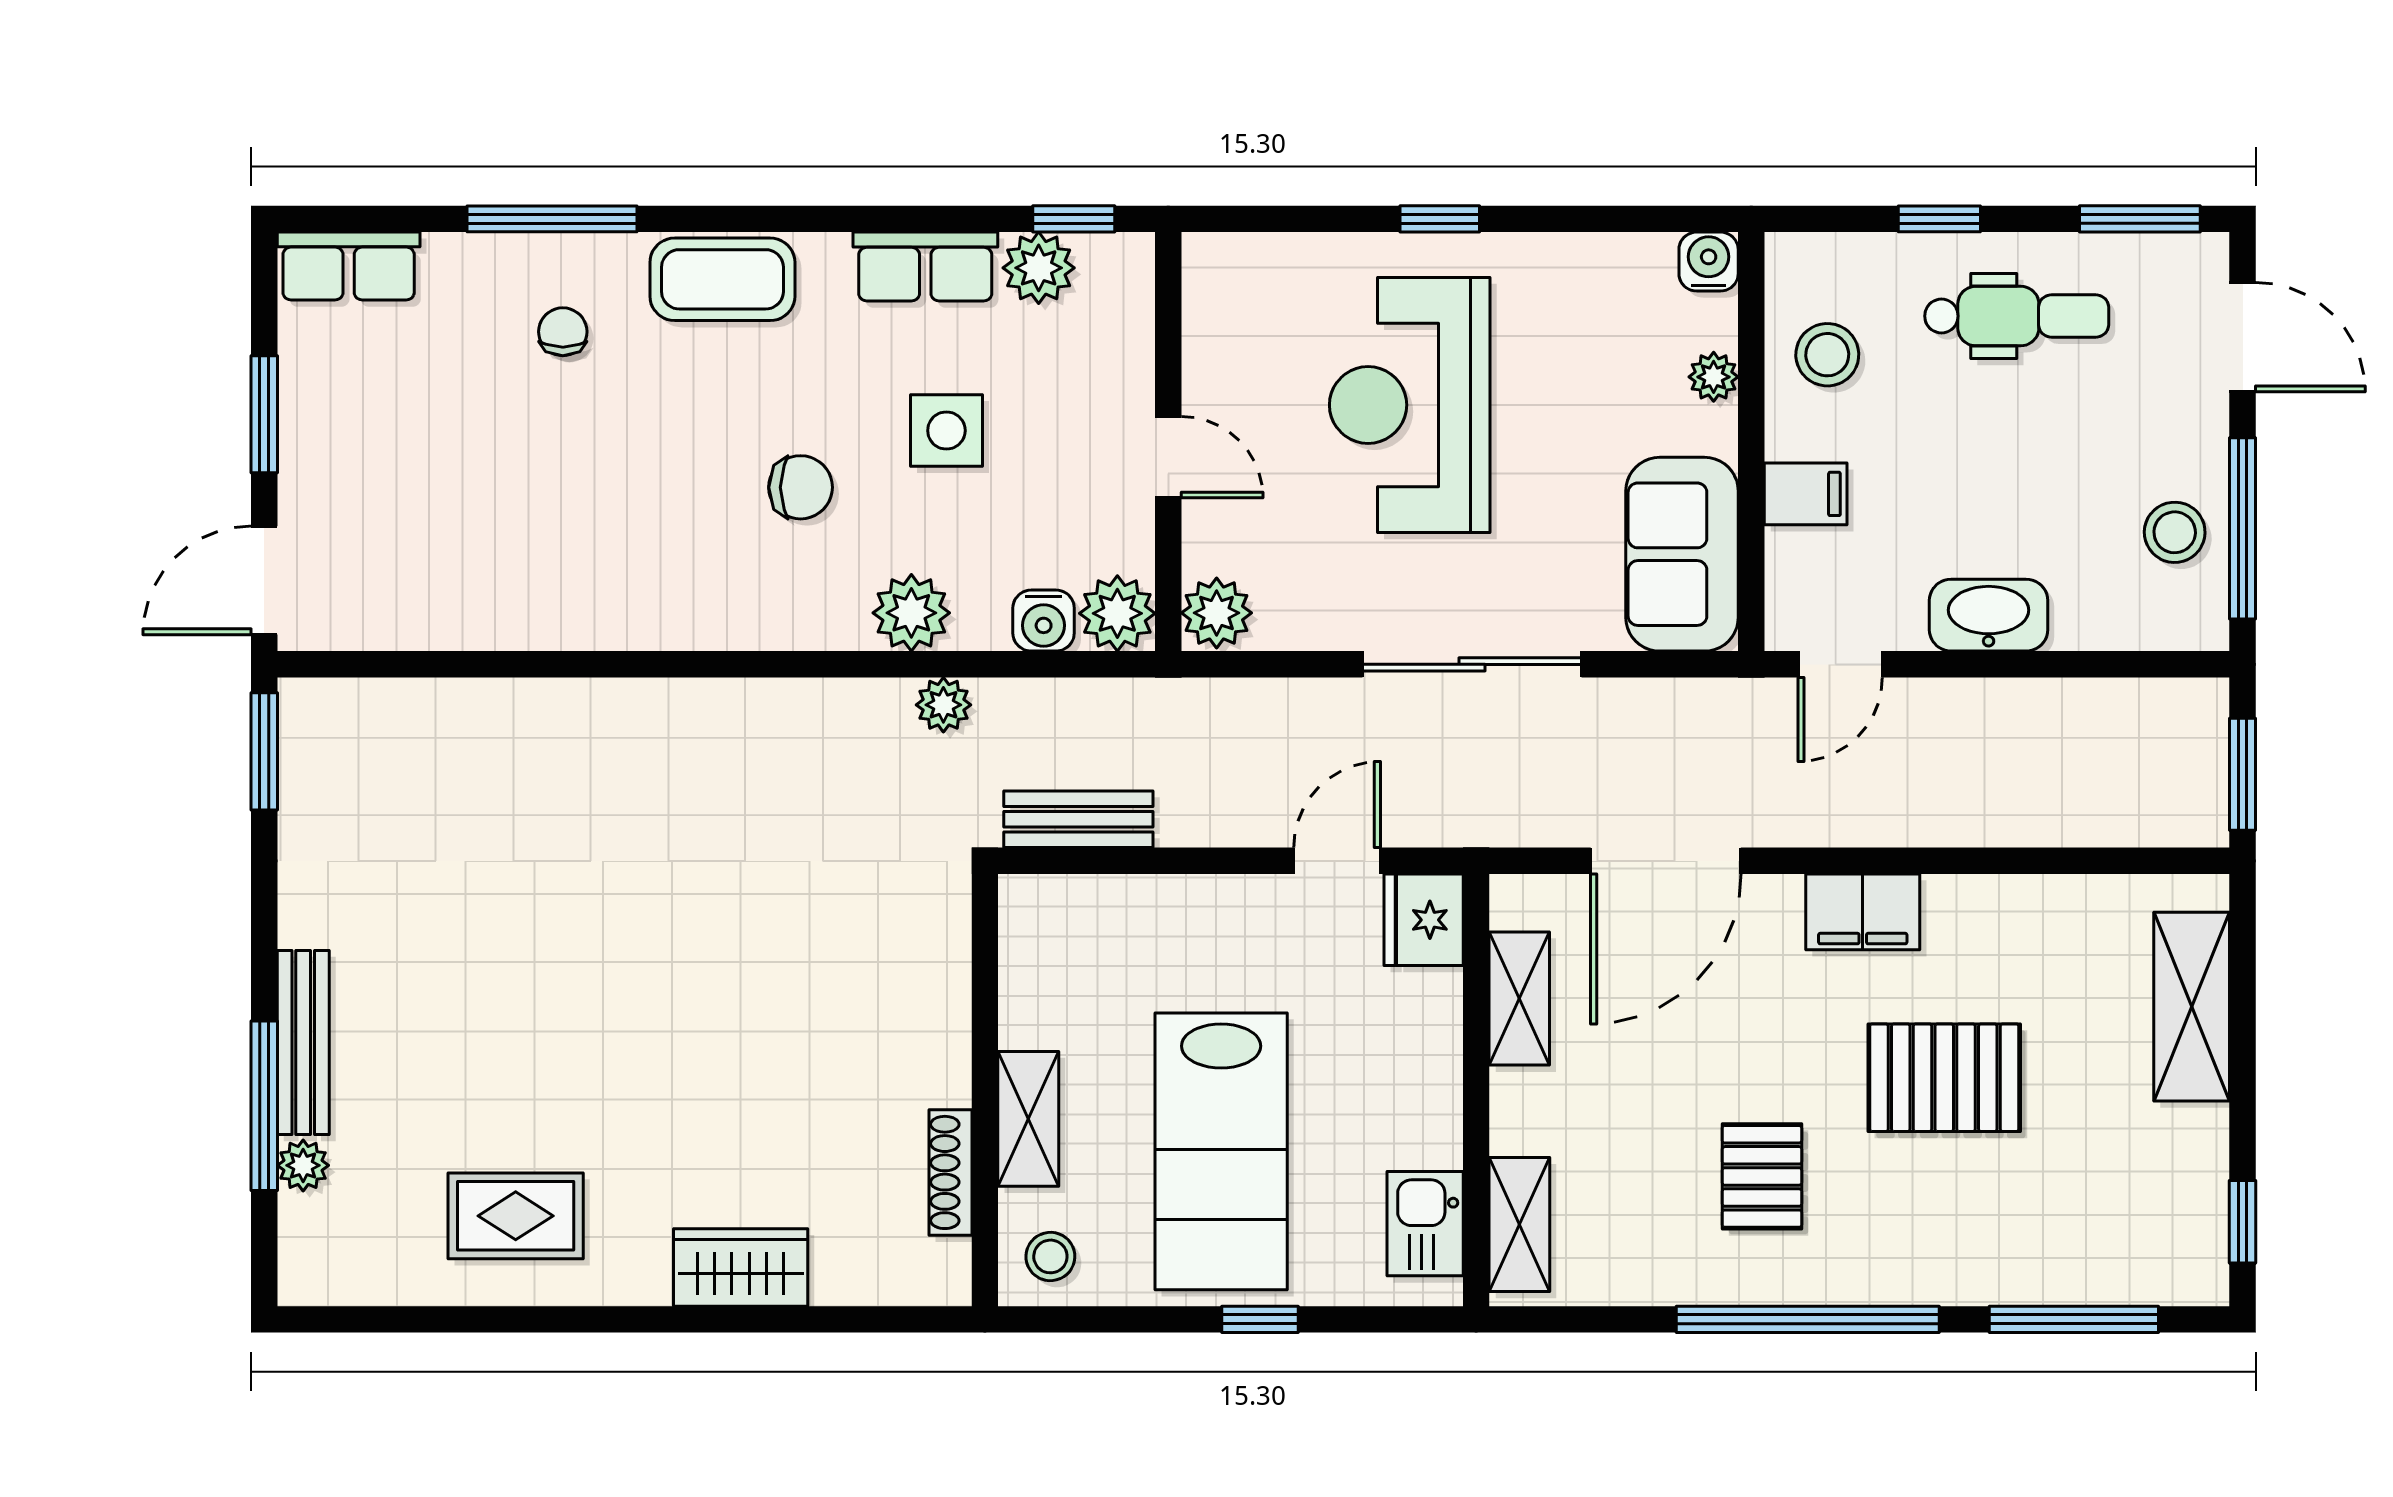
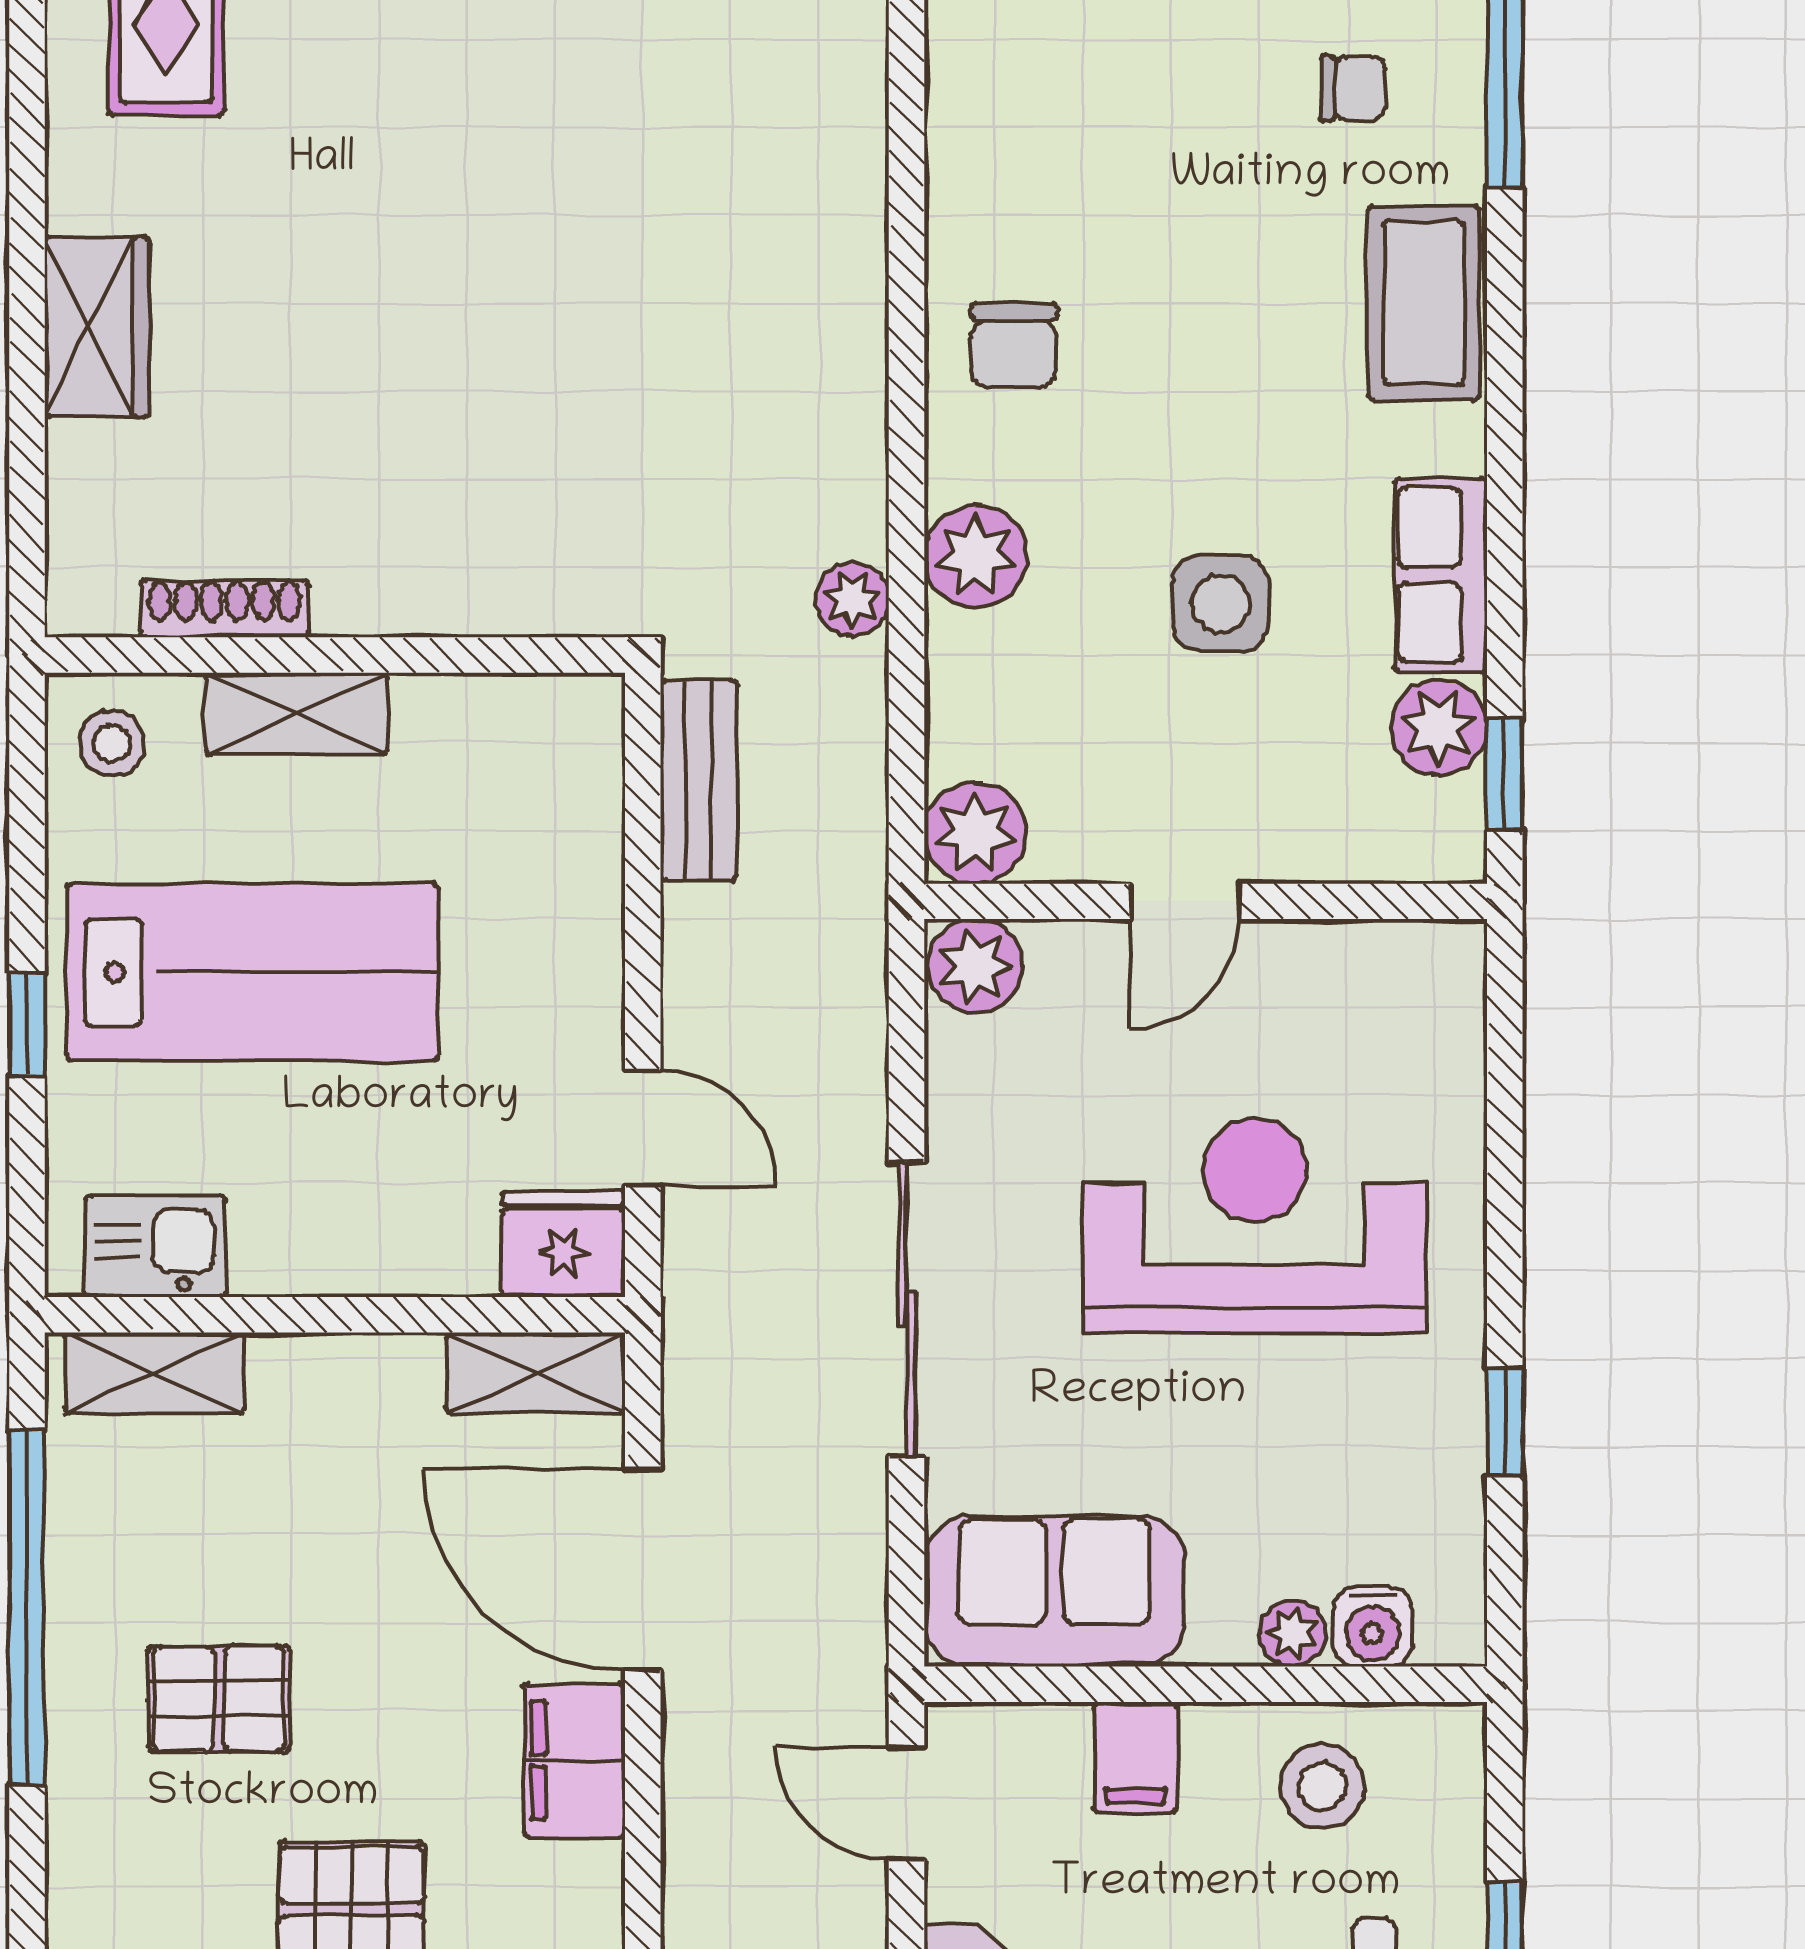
window: (1440, 219) -> (1505, 1422), moved
water cooler: (1709, 262) -> (1372, 1627), moved, turned 90
chair: (801, 487) -> (1014, 346), moved
water cooler: (1044, 621) -> (965, 734), removed
filing cabinet: (1863, 912) -> (574, 1760), moved
shelving: (1519, 999) -> (536, 1373), moved
lab bench: (1221, 1151) -> (253, 972), turned 180
window: (1808, 1319) -> (27, 1608), moved

